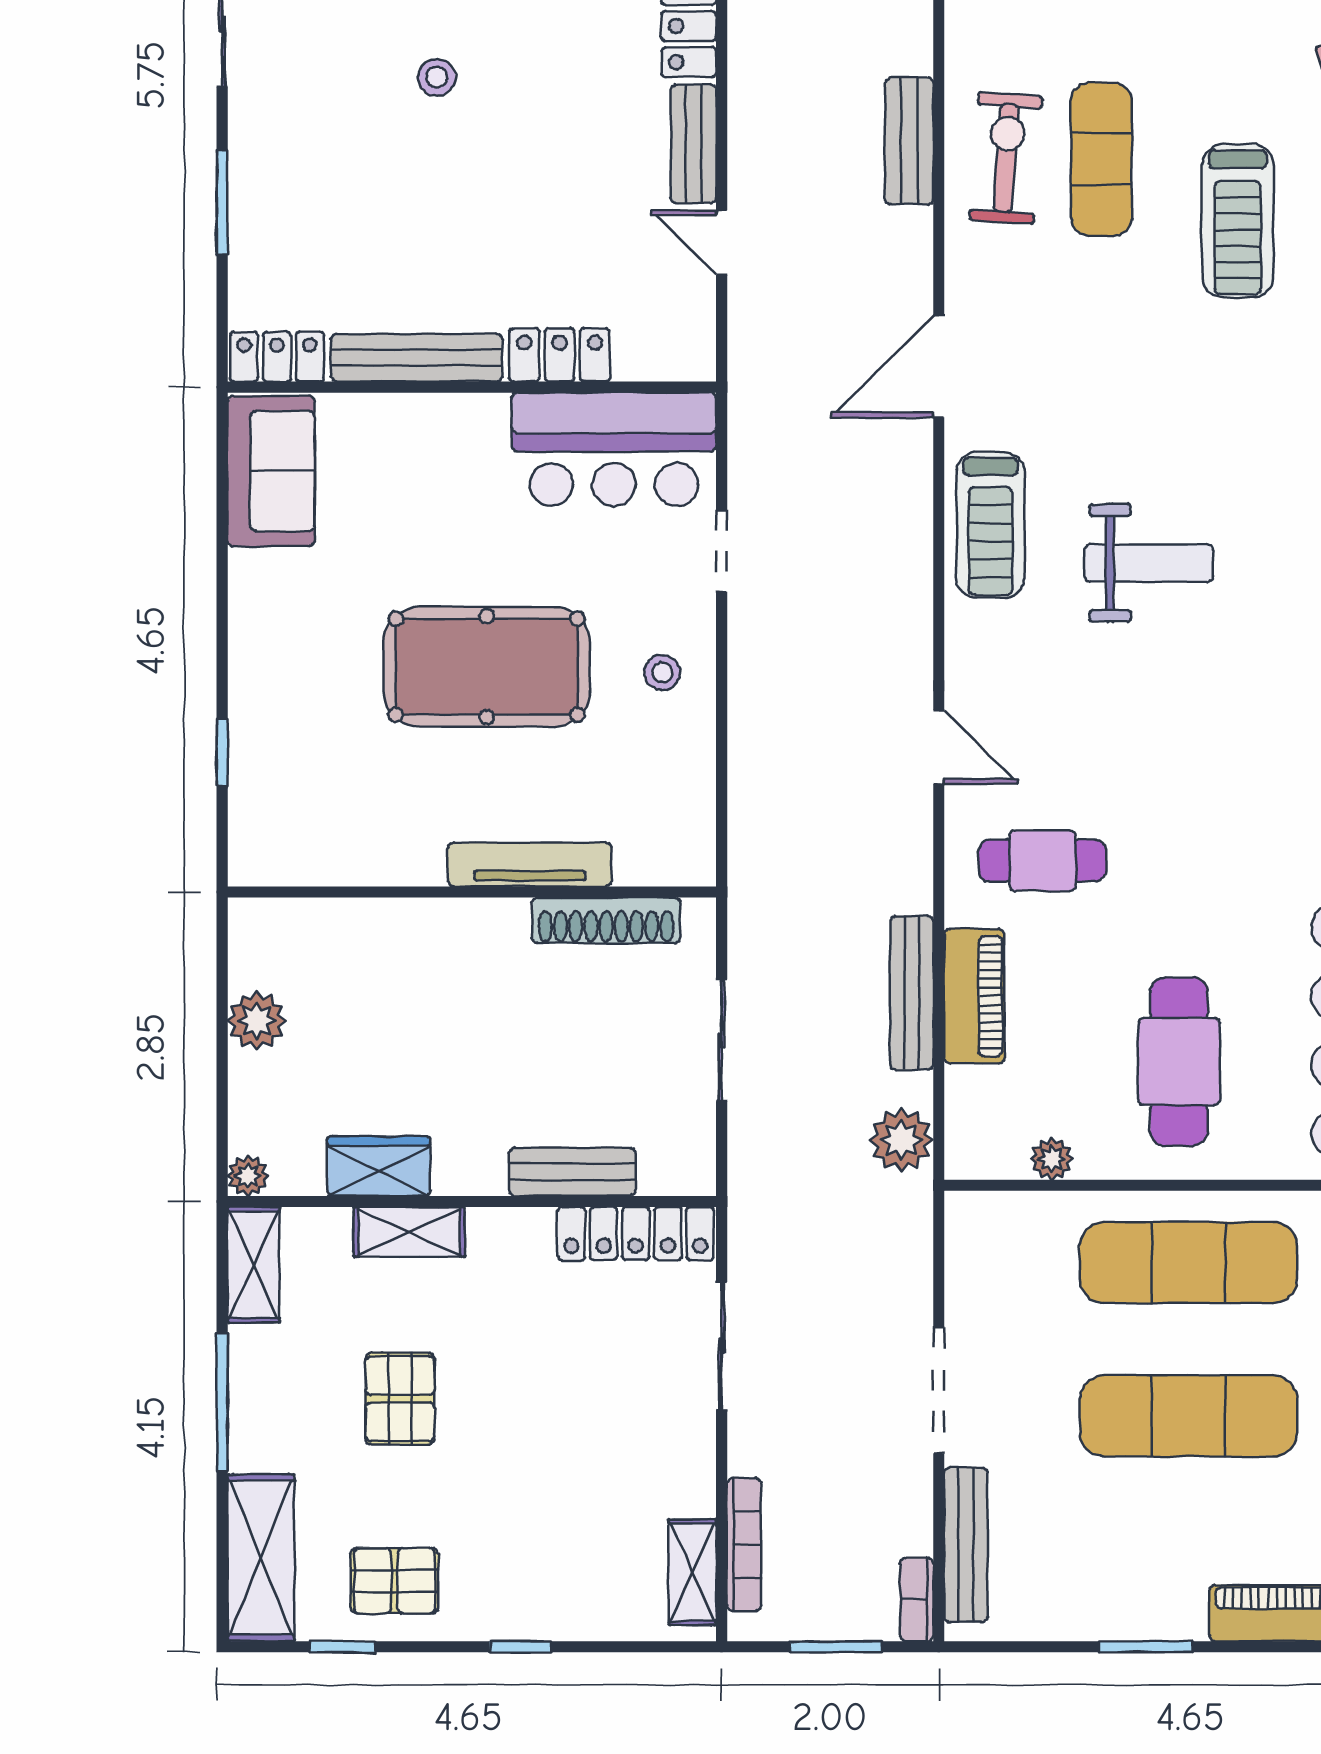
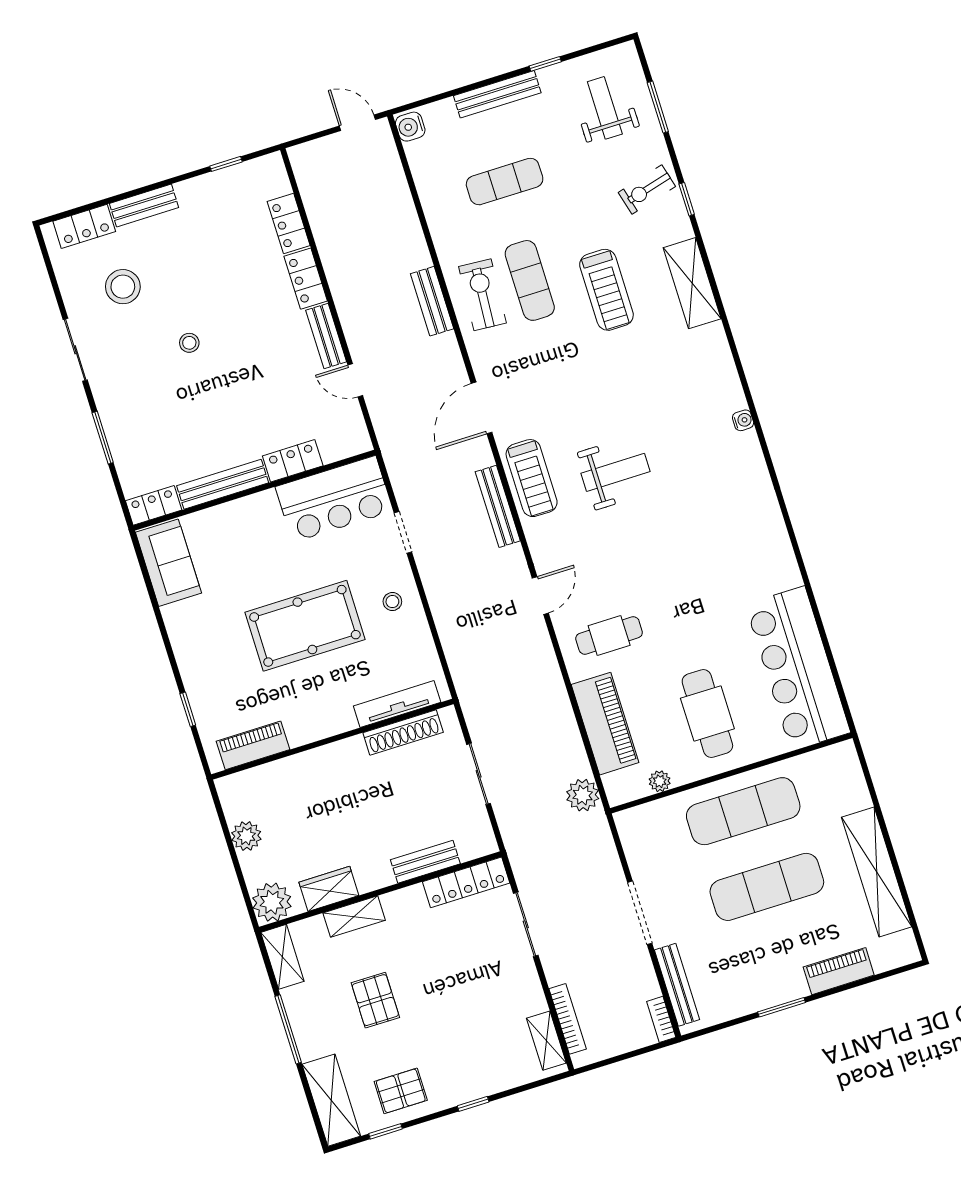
door: (939, 747) -> (540, 596), hinge flipped
piano: (322, 857) -> (253, 745), added
tv unit: (530, 864) -> (397, 704), moved
bench: (912, 993) -> (498, 506), moved
piano: (974, 996) -> (605, 724), width x1.37, depth x1.33
plant: (248, 1176) -> (272, 902), width x1.87, depth x1.87
window: (836, 1647) -> (629, 1055), removed

